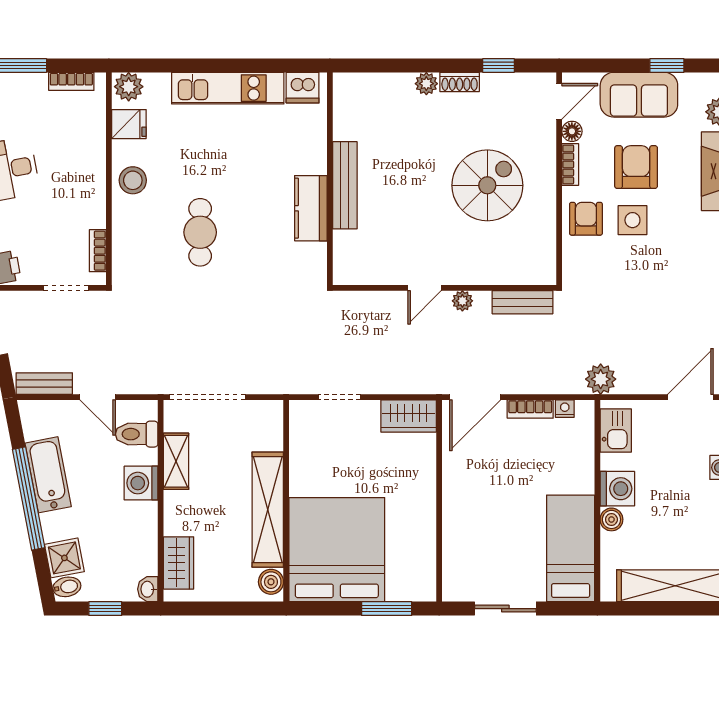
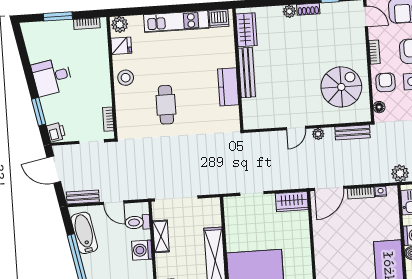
door: (559, 101) -> (366, 16), hinge flipped
wardrobe: (349, 111) -> (246, 30), added
floor lamp: (572, 131) -> (379, 107), moved
spiral stairs: (487, 185) -> (341, 87), moved
bathtub: (48, 475) -> (84, 233), moved

